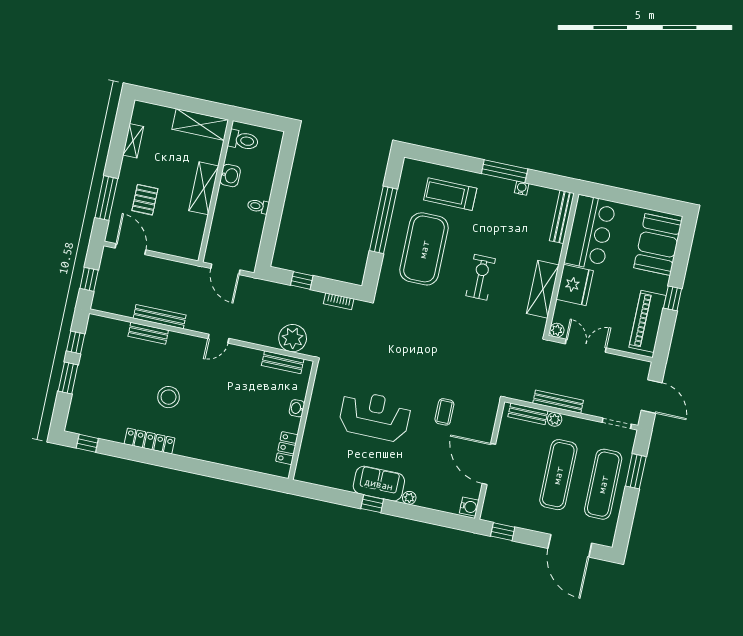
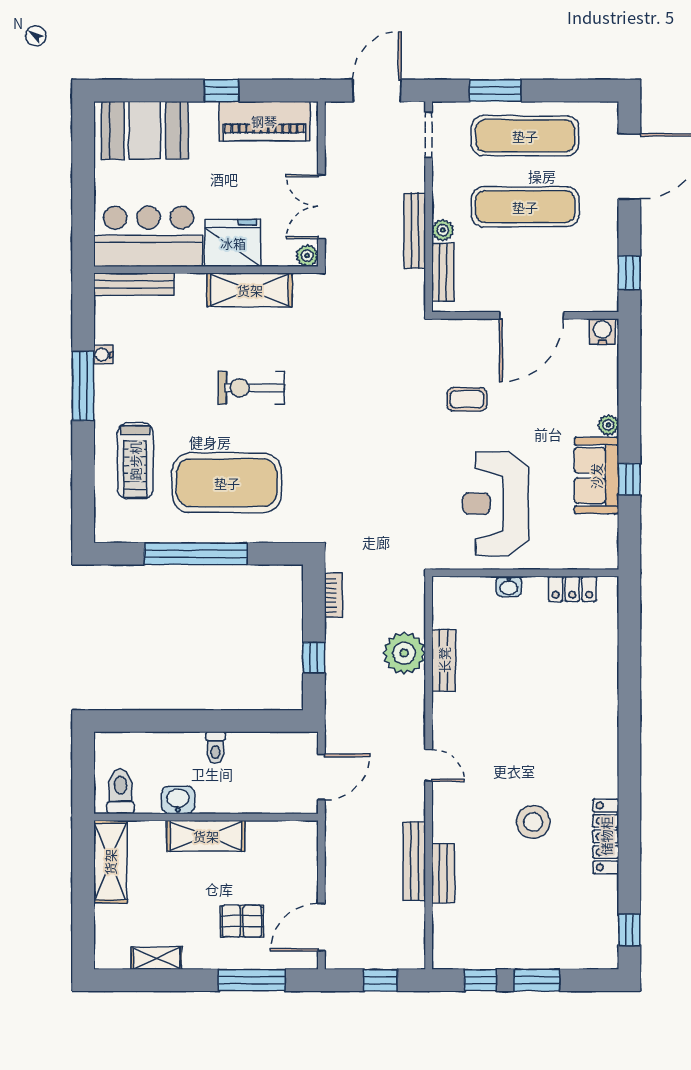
washbasin: (297, 408) -> (509, 586), moved
wall: (303, 420) -> (525, 573), moved
locker: (287, 448) -> (572, 589), moved

